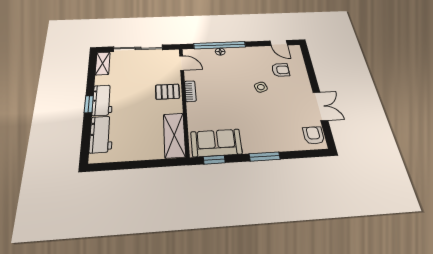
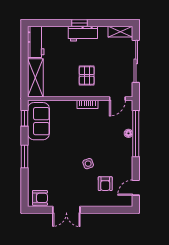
pallet: (167, 92) -> (87, 75), moved
workbench: (101, 134) -> (36, 42), moved, turned -90
shelving: (174, 135) -> (35, 78), moved, turned 90

